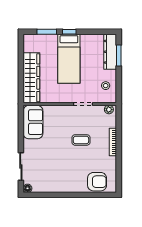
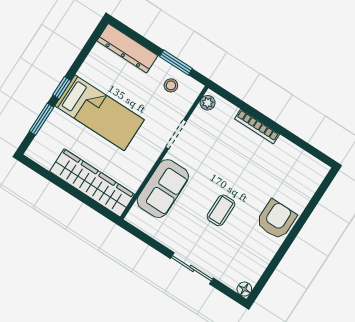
window: (119, 55) -> (176, 63), moved
sofa: (33, 122) -> (163, 189), moved, turned 90
coffee table: (81, 140) -> (221, 210), moved
sliding door: (21, 166) -> (192, 268), moved
armchair: (97, 182) -> (276, 220), moved

